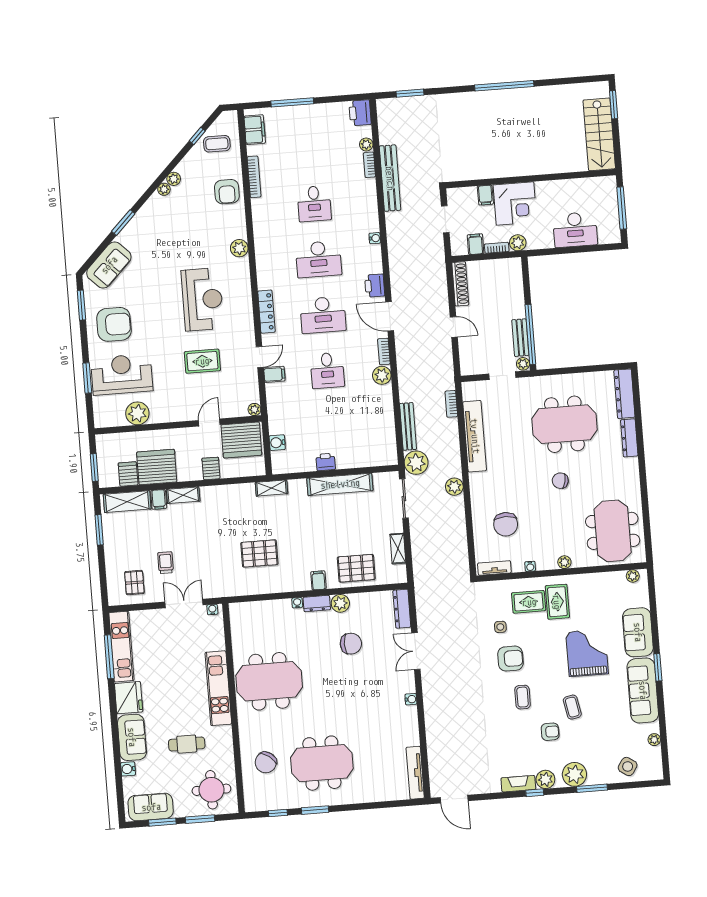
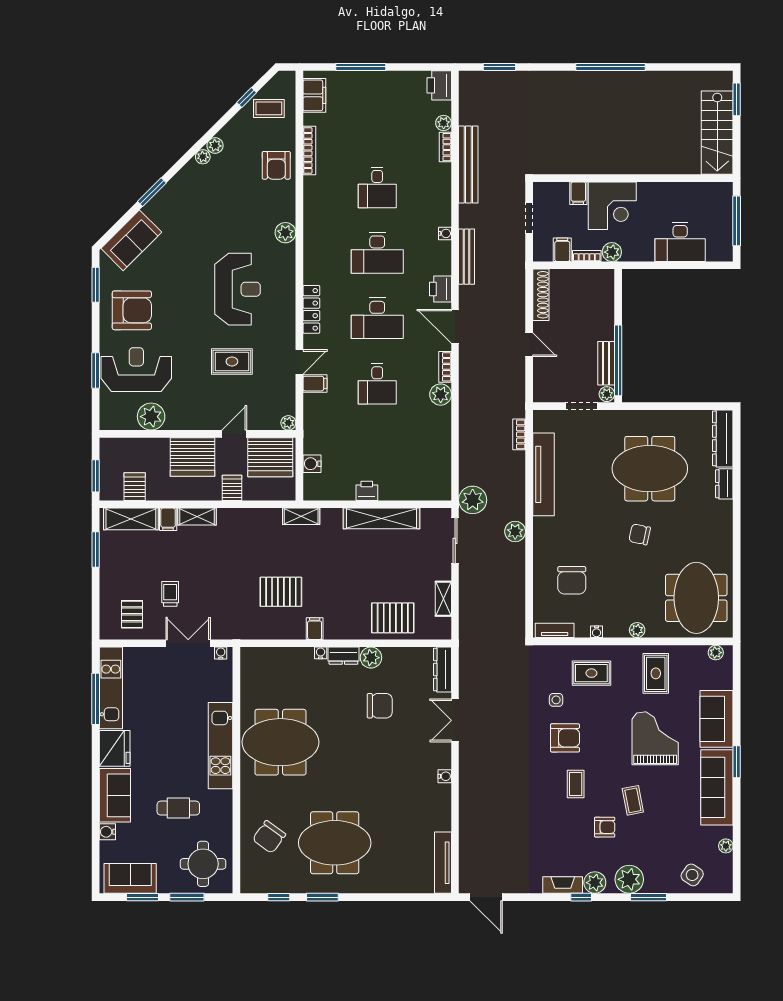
bench: (408, 426) -> (467, 257), moved
dresser: (629, 438) -> (724, 484), width x0.70
server rack: (157, 467) -> (192, 457), moved, turned 180
filing cabinet: (318, 580) -> (315, 629), moved
rug: (557, 602) -> (656, 673), moved

